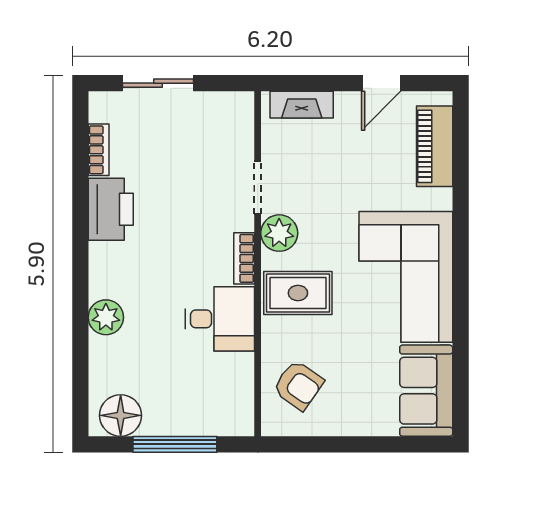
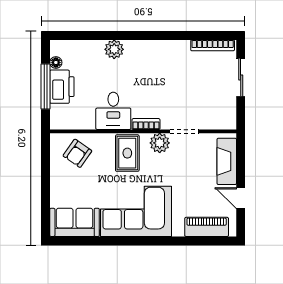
fireplace: (302, 105) -> (227, 161), width x1.37, depth x1.32
bookcase: (99, 150) -> (213, 45), width x1.56
printer: (111, 209) -> (62, 87), moved, turned -90
floor lamp: (121, 415) -> (56, 62), width x0.53, depth x0.53

